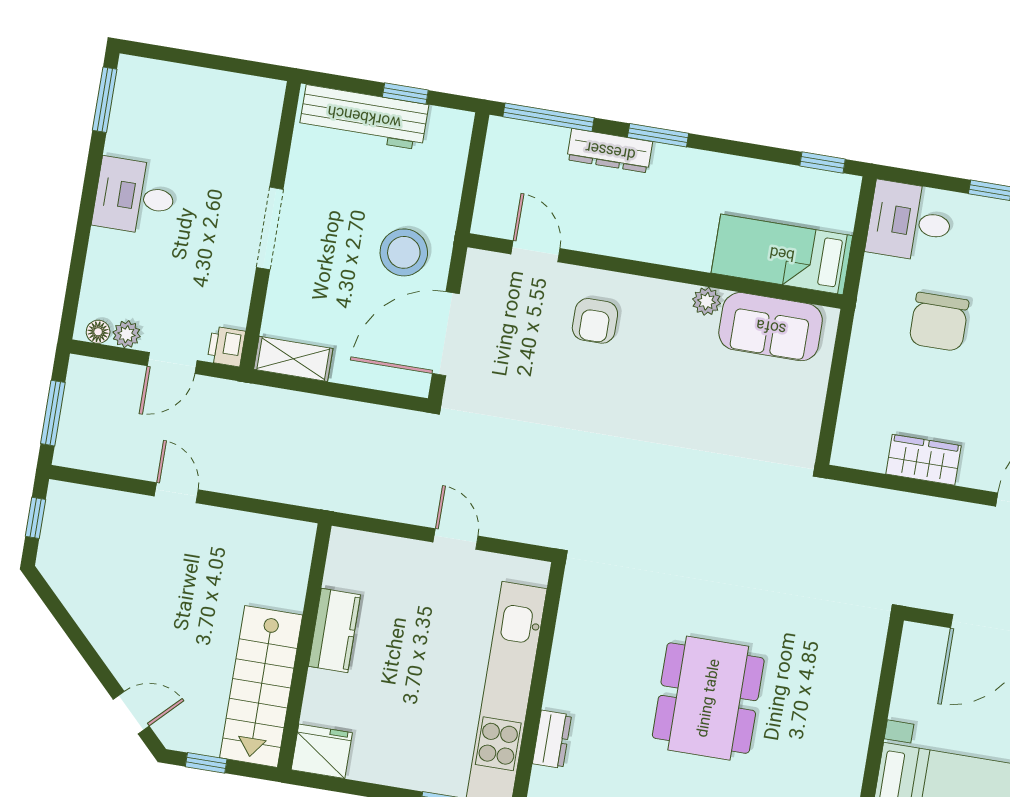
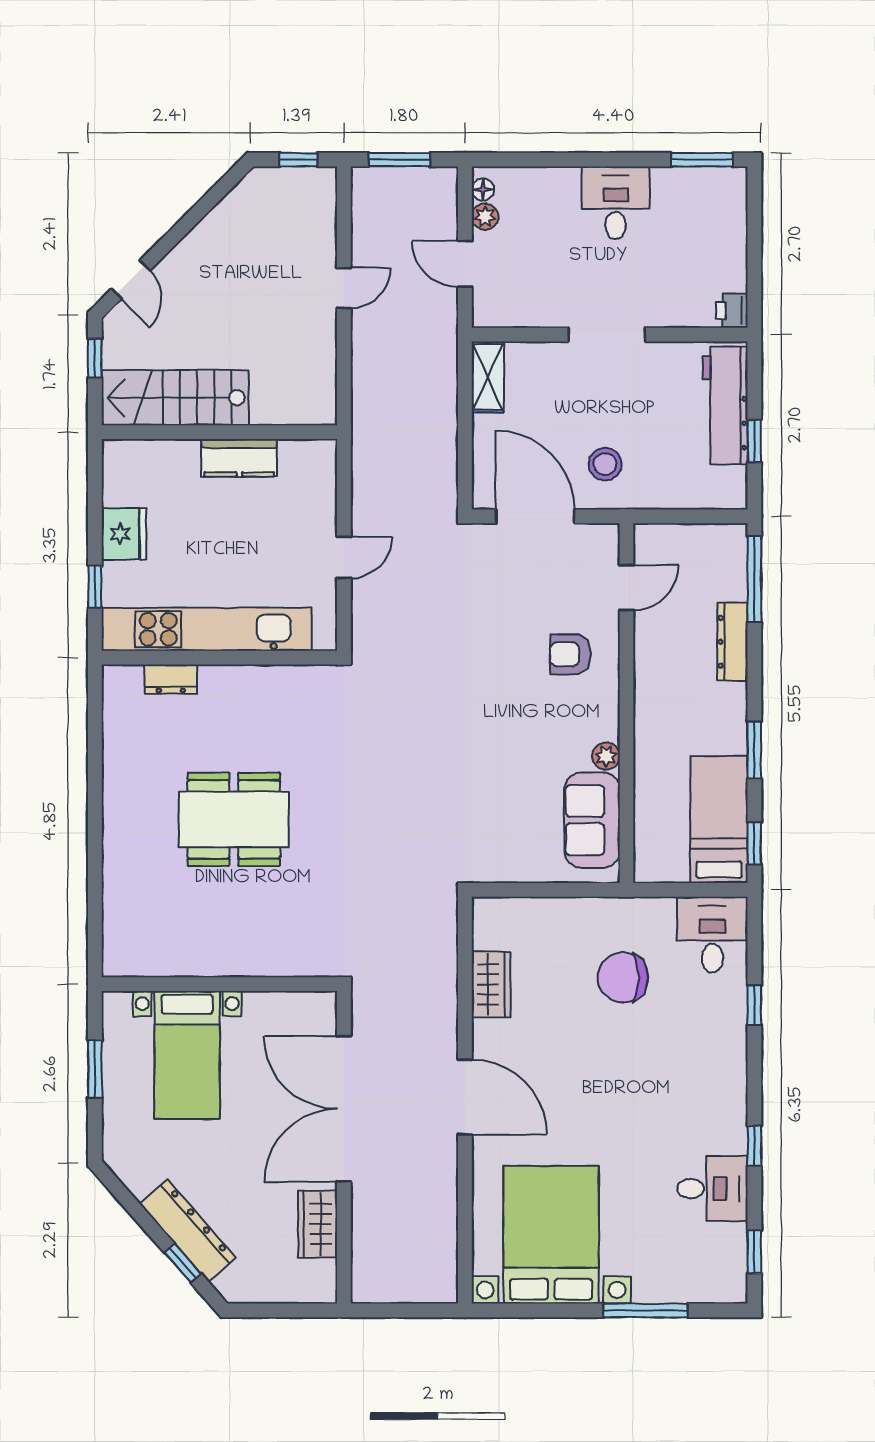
window: (658, 135) -> (754, 750), moved
stool: (404, 252) -> (605, 464), width x0.73, depth x0.73
bed: (782, 254) -> (719, 820), moved
printer: (226, 346) -> (732, 311), moved, turned -90
fridge: (322, 751) -> (124, 534), moved

